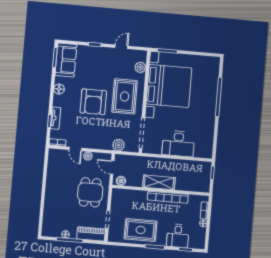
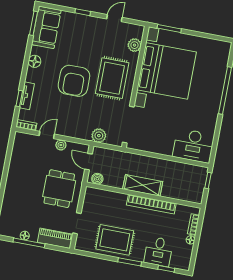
desk: (178, 144) -> (193, 146), moved
door: (75, 149) -> (47, 135), swing flipped

